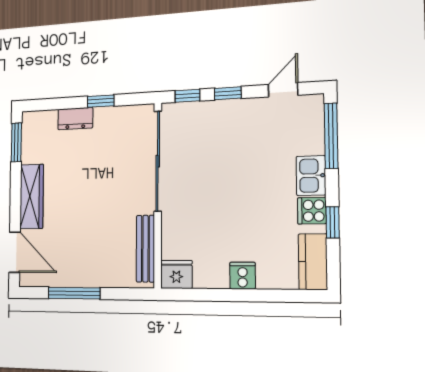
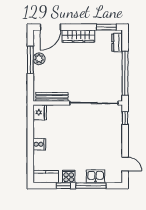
window: (228, 93) -> (125, 138), removed
window: (101, 101) -> (125, 73), width x3.17
dresser: (75, 119) -> (117, 43), moved
window: (331, 136) -> (91, 186), moved
kitchen sink: (311, 176) -> (96, 176), moved
plant: (72, 275) -> (39, 59), added

